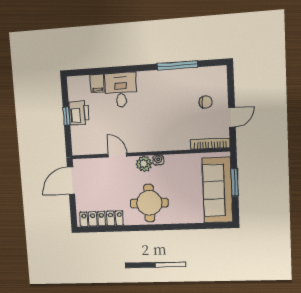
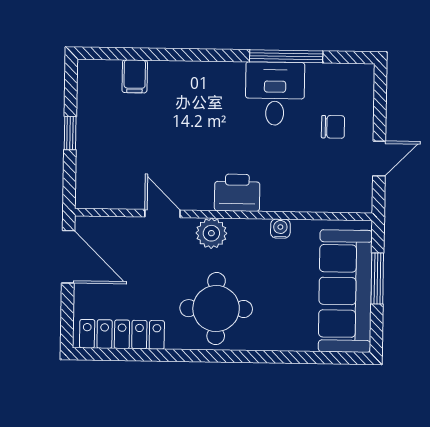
desk: (121, 90) -> (275, 94), moved
printer: (79, 113) -> (237, 193), moved, turned -90
bookcase: (210, 144) -> (337, 204), removed
water cooler: (158, 160) -> (280, 229), moved
door: (71, 181) -> (68, 257), swing flipped

